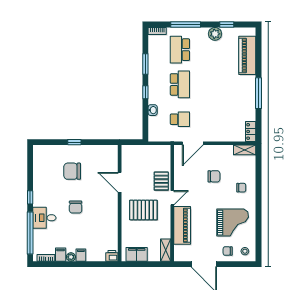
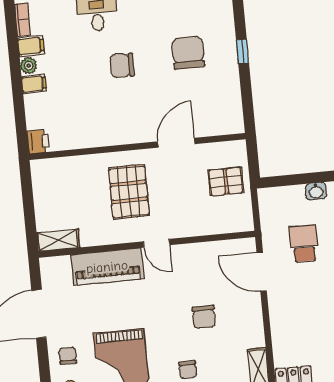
school desk: (180, 119) -> (304, 244), turned 180
pallet: (161, 181) -> (226, 181), moved
filing cabinet: (137, 254) -> (45, 187), removed

